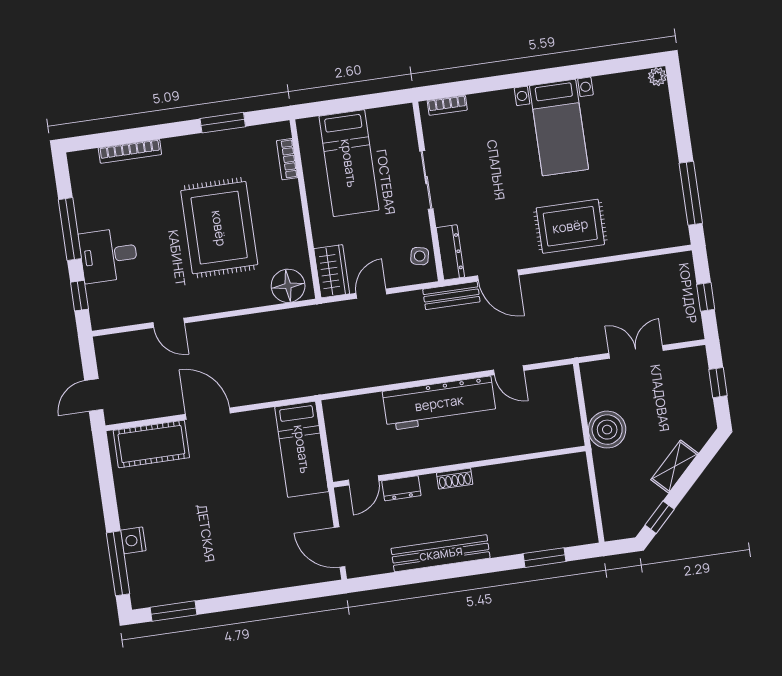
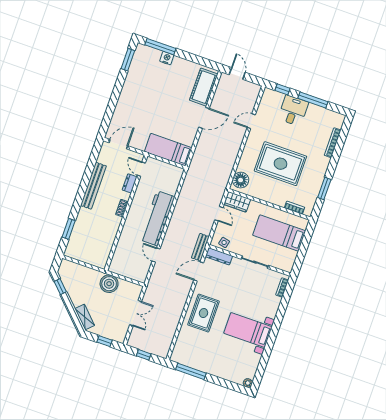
door: (509, 370) -> (156, 255), hinge flipped
shelving: (675, 466) -> (85, 317), moved

